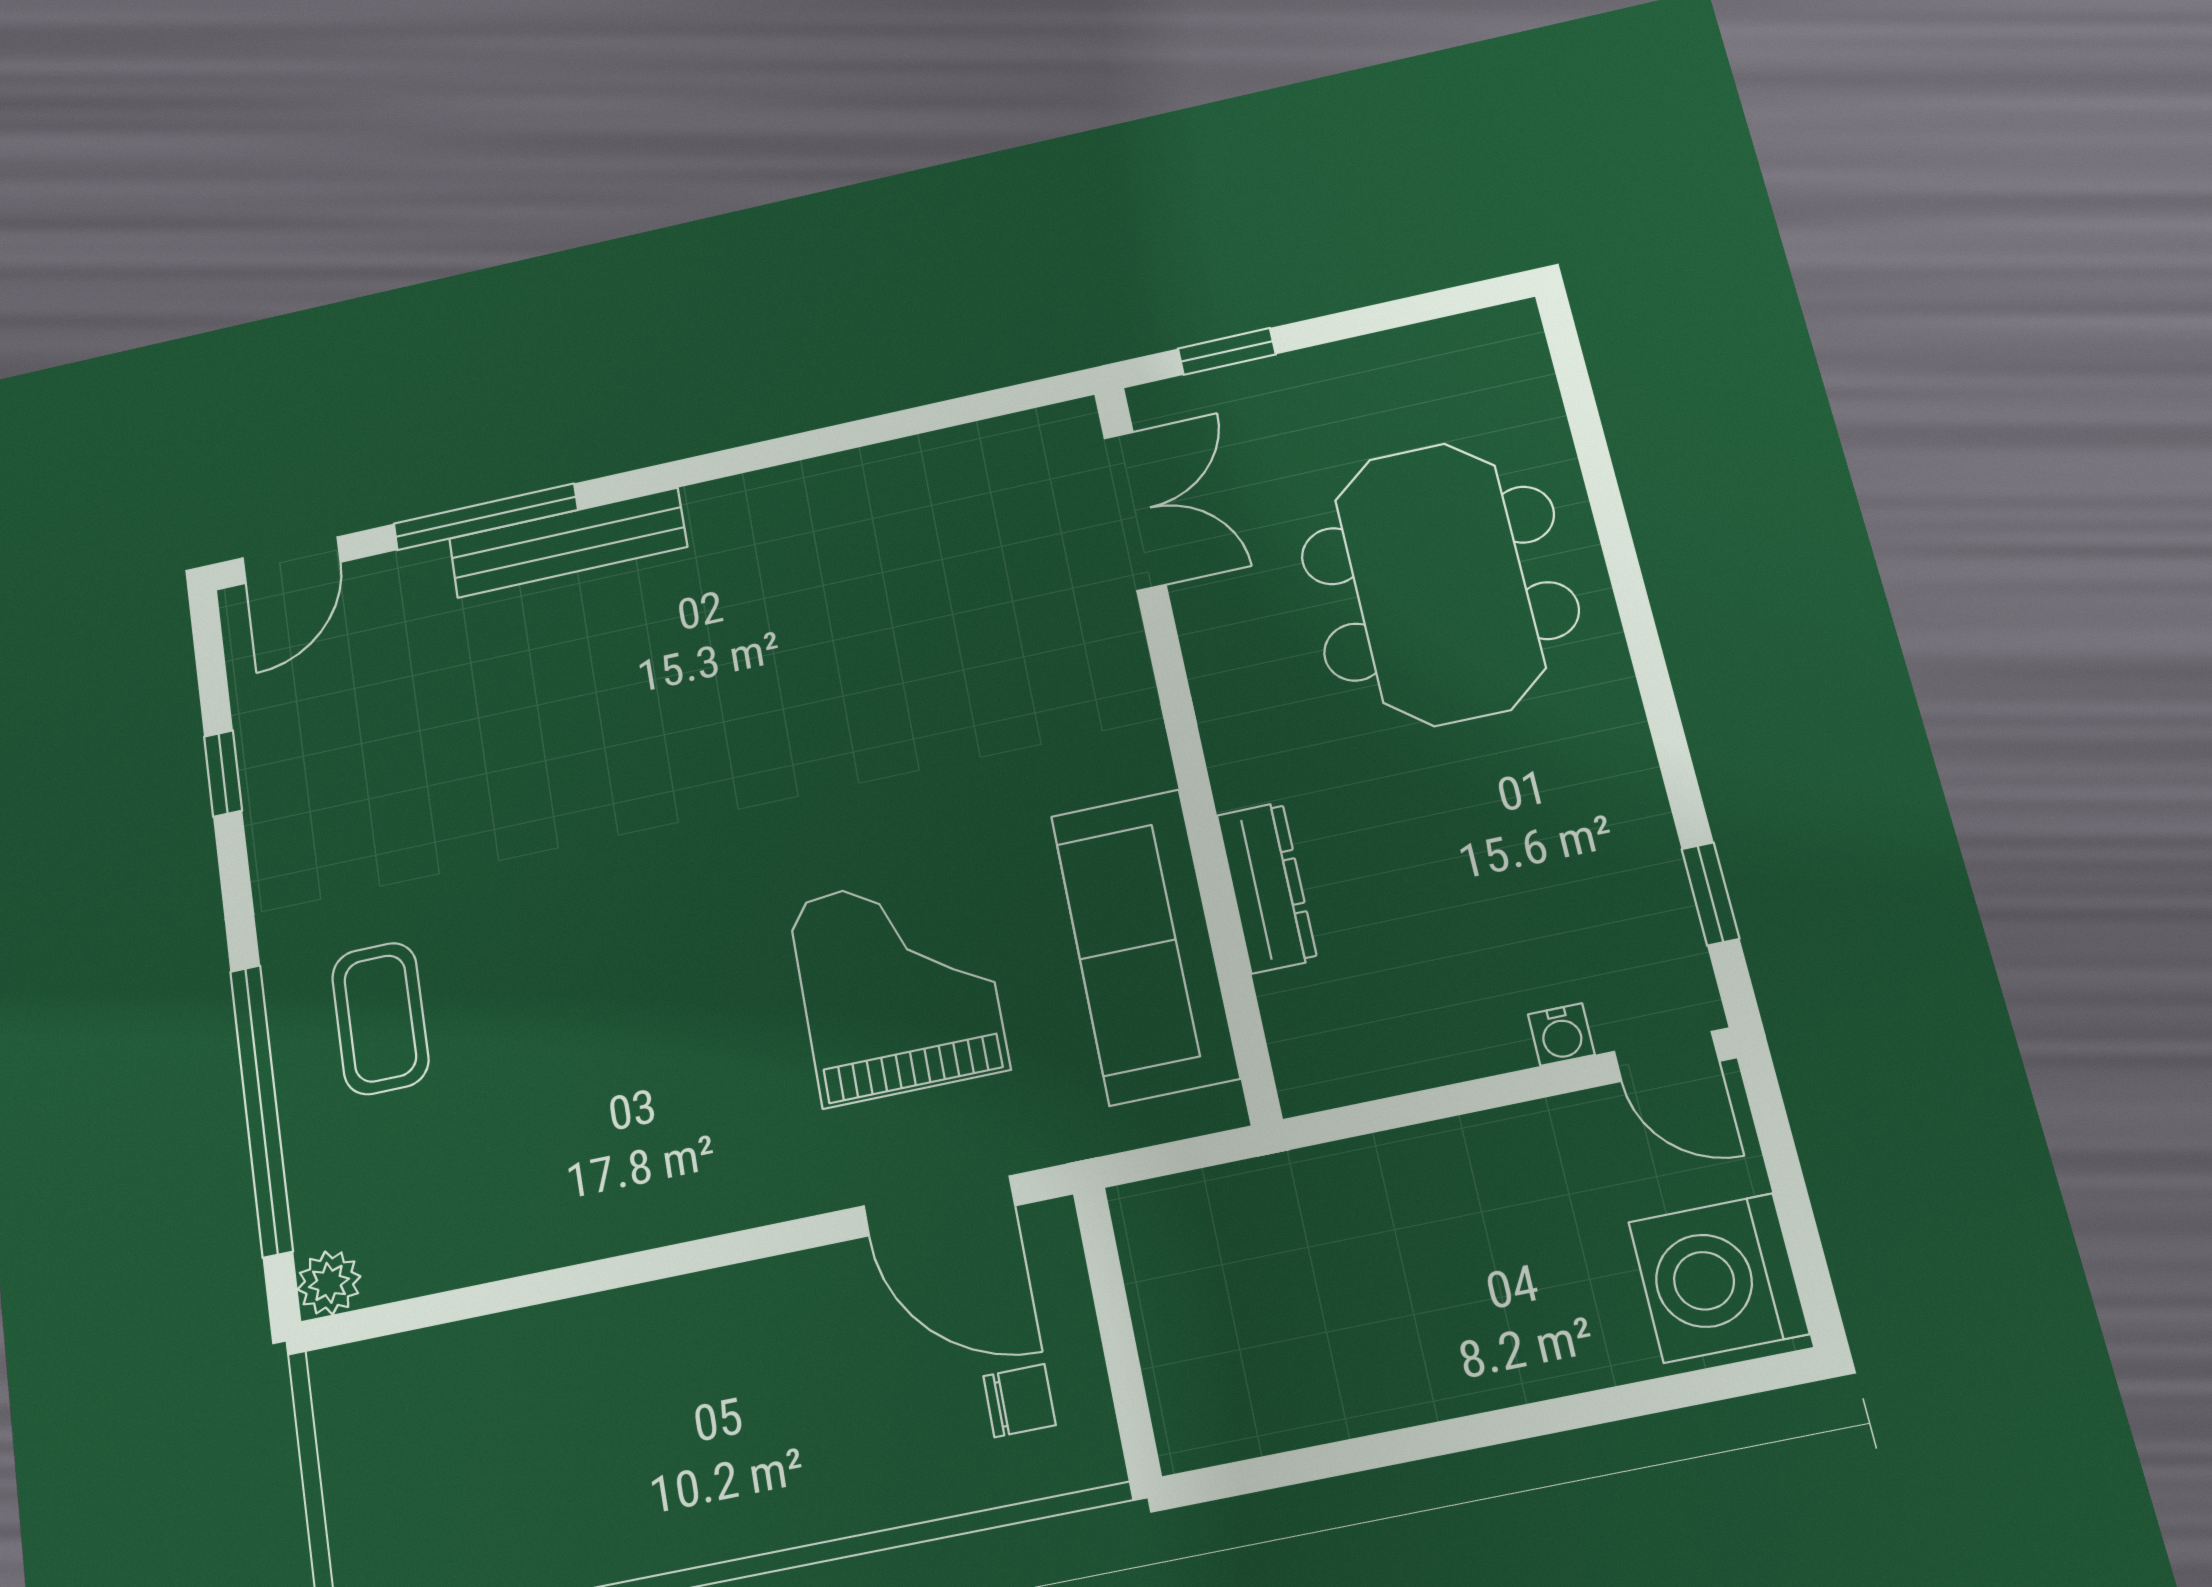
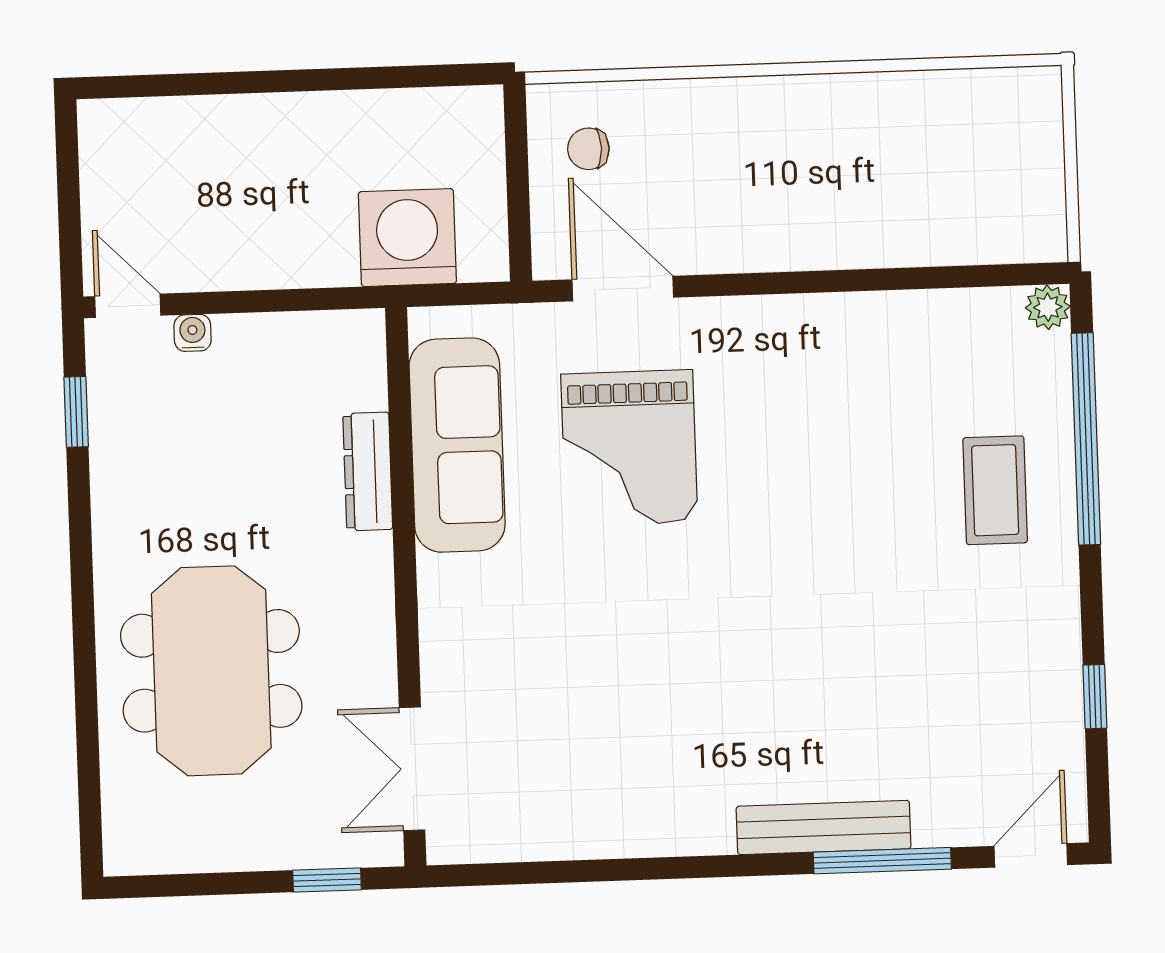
washing machine: (1719, 1278) -> (407, 238), moved, turned -90

